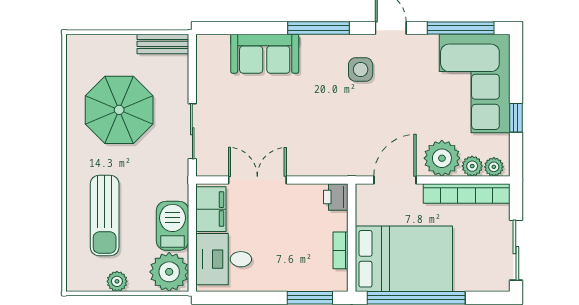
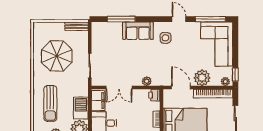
window: (318, 28) -> (121, 19), moved
sofa: (265, 54) -> (138, 31), moved
window: (516, 118) -> (235, 75), moved
plant: (472, 166) -> (147, 81), moved
double door: (257, 180) -> (119, 87), swing flipped
door: (395, 180) -> (181, 87), hinge flipped

